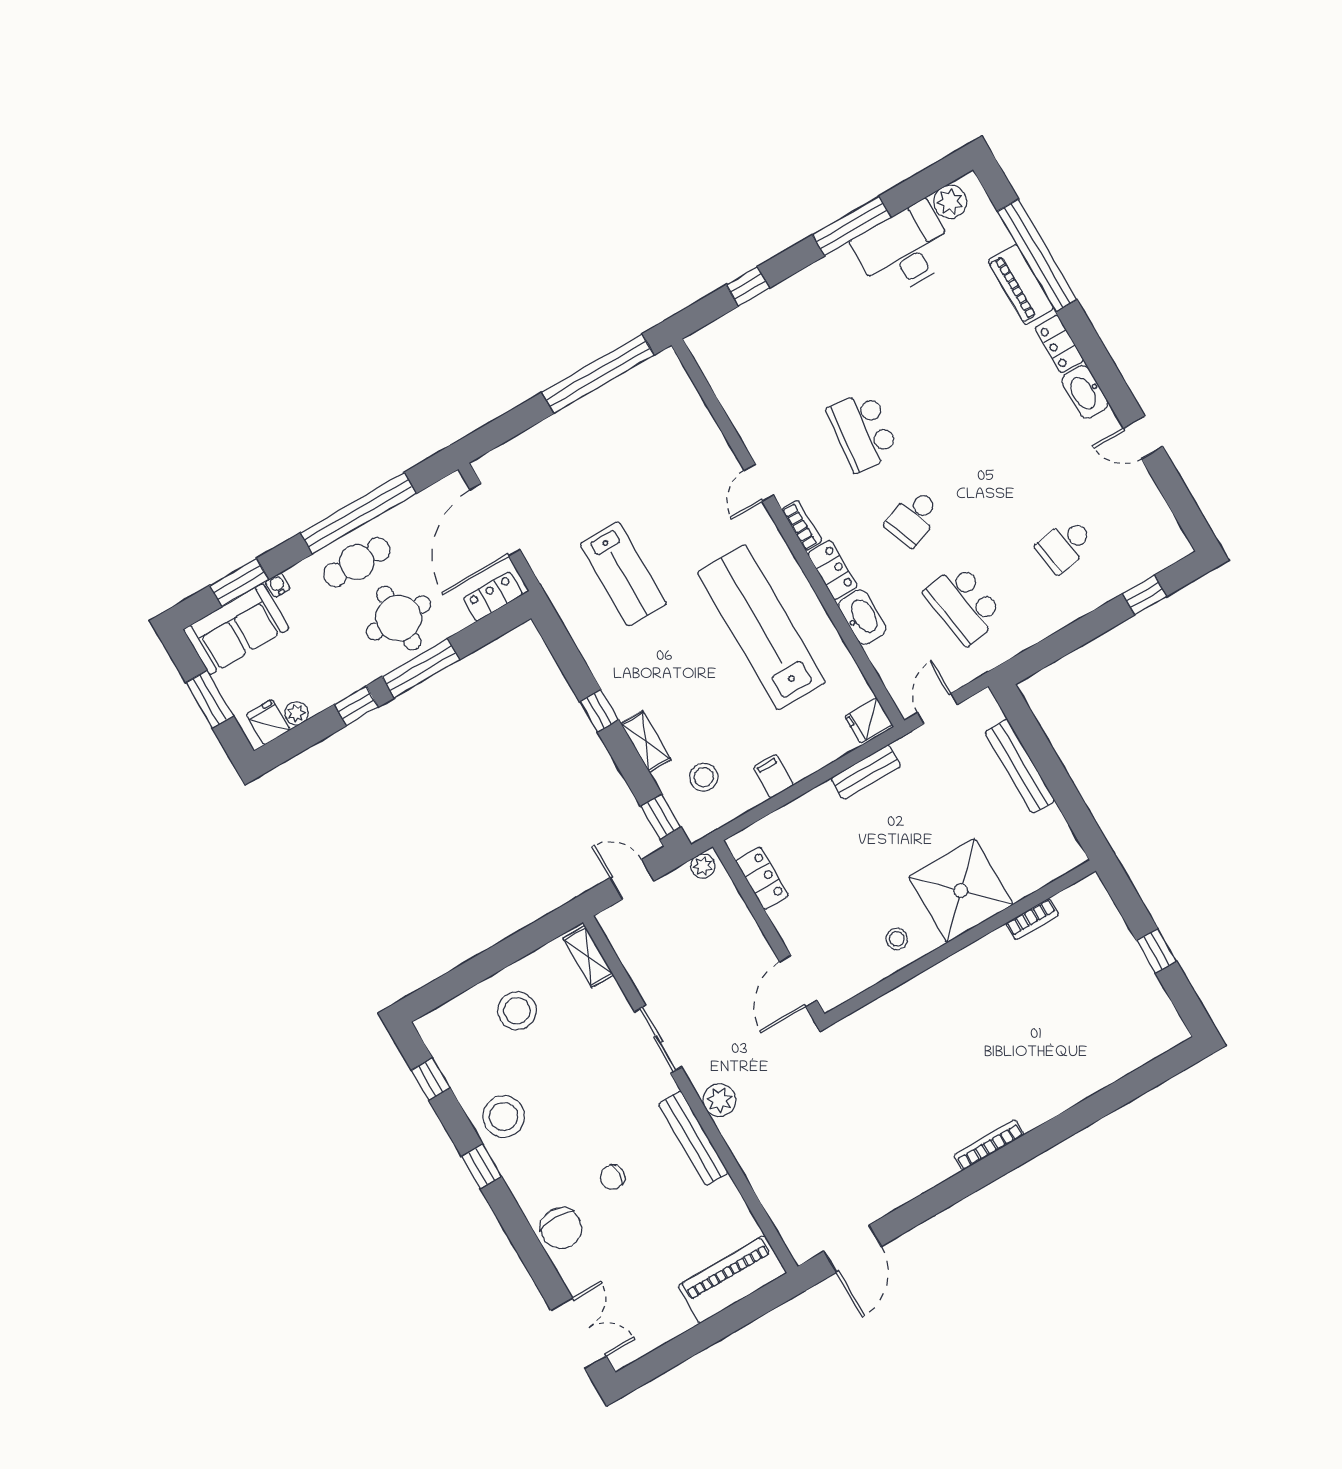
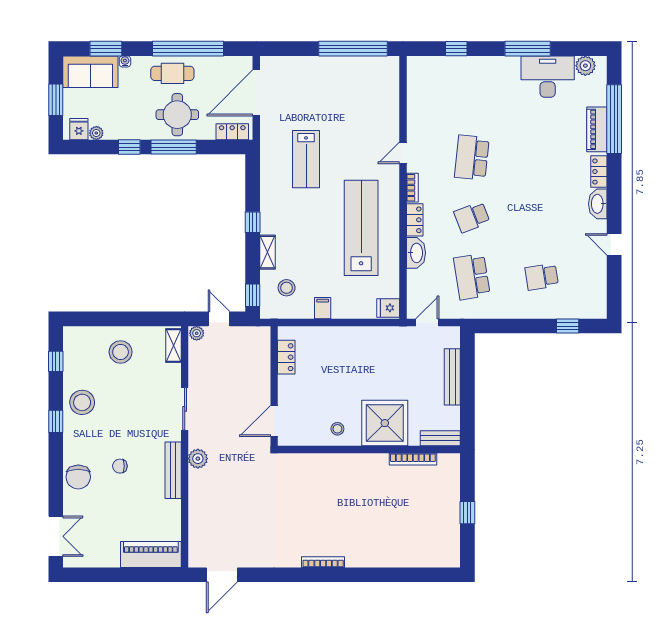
bench: (866, 772) -> (440, 438), moved
plant: (703, 866) -> (197, 333), moved
bookcase: (1032, 919) -> (413, 459), width x1.56

